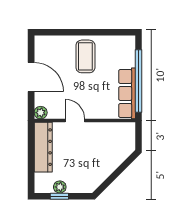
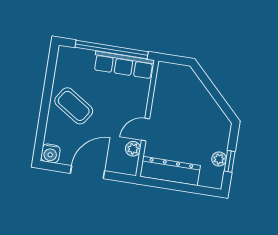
water cooler: (42, 43) -> (50, 153), added
coffee table: (85, 56) -> (74, 106), turned 33
plant: (41, 113) -> (133, 149), moved

